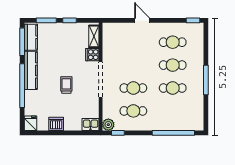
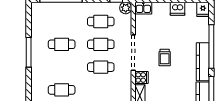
cafe table: (173, 65) -> (101, 67), moved
trolley: (66, 85) -> (165, 58), moved

